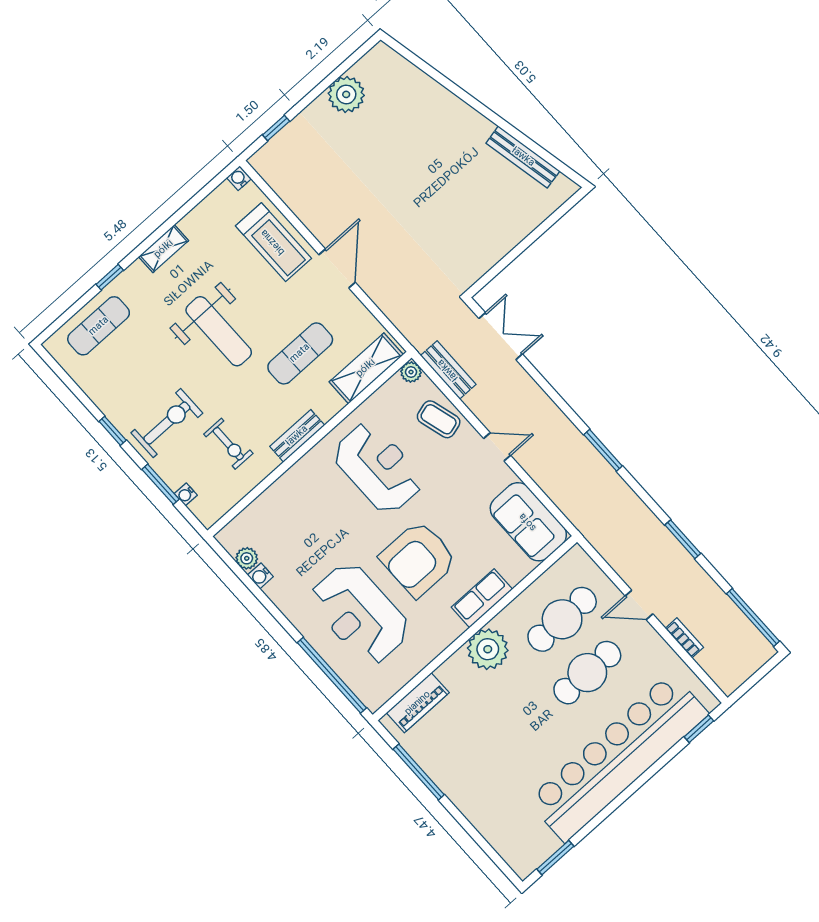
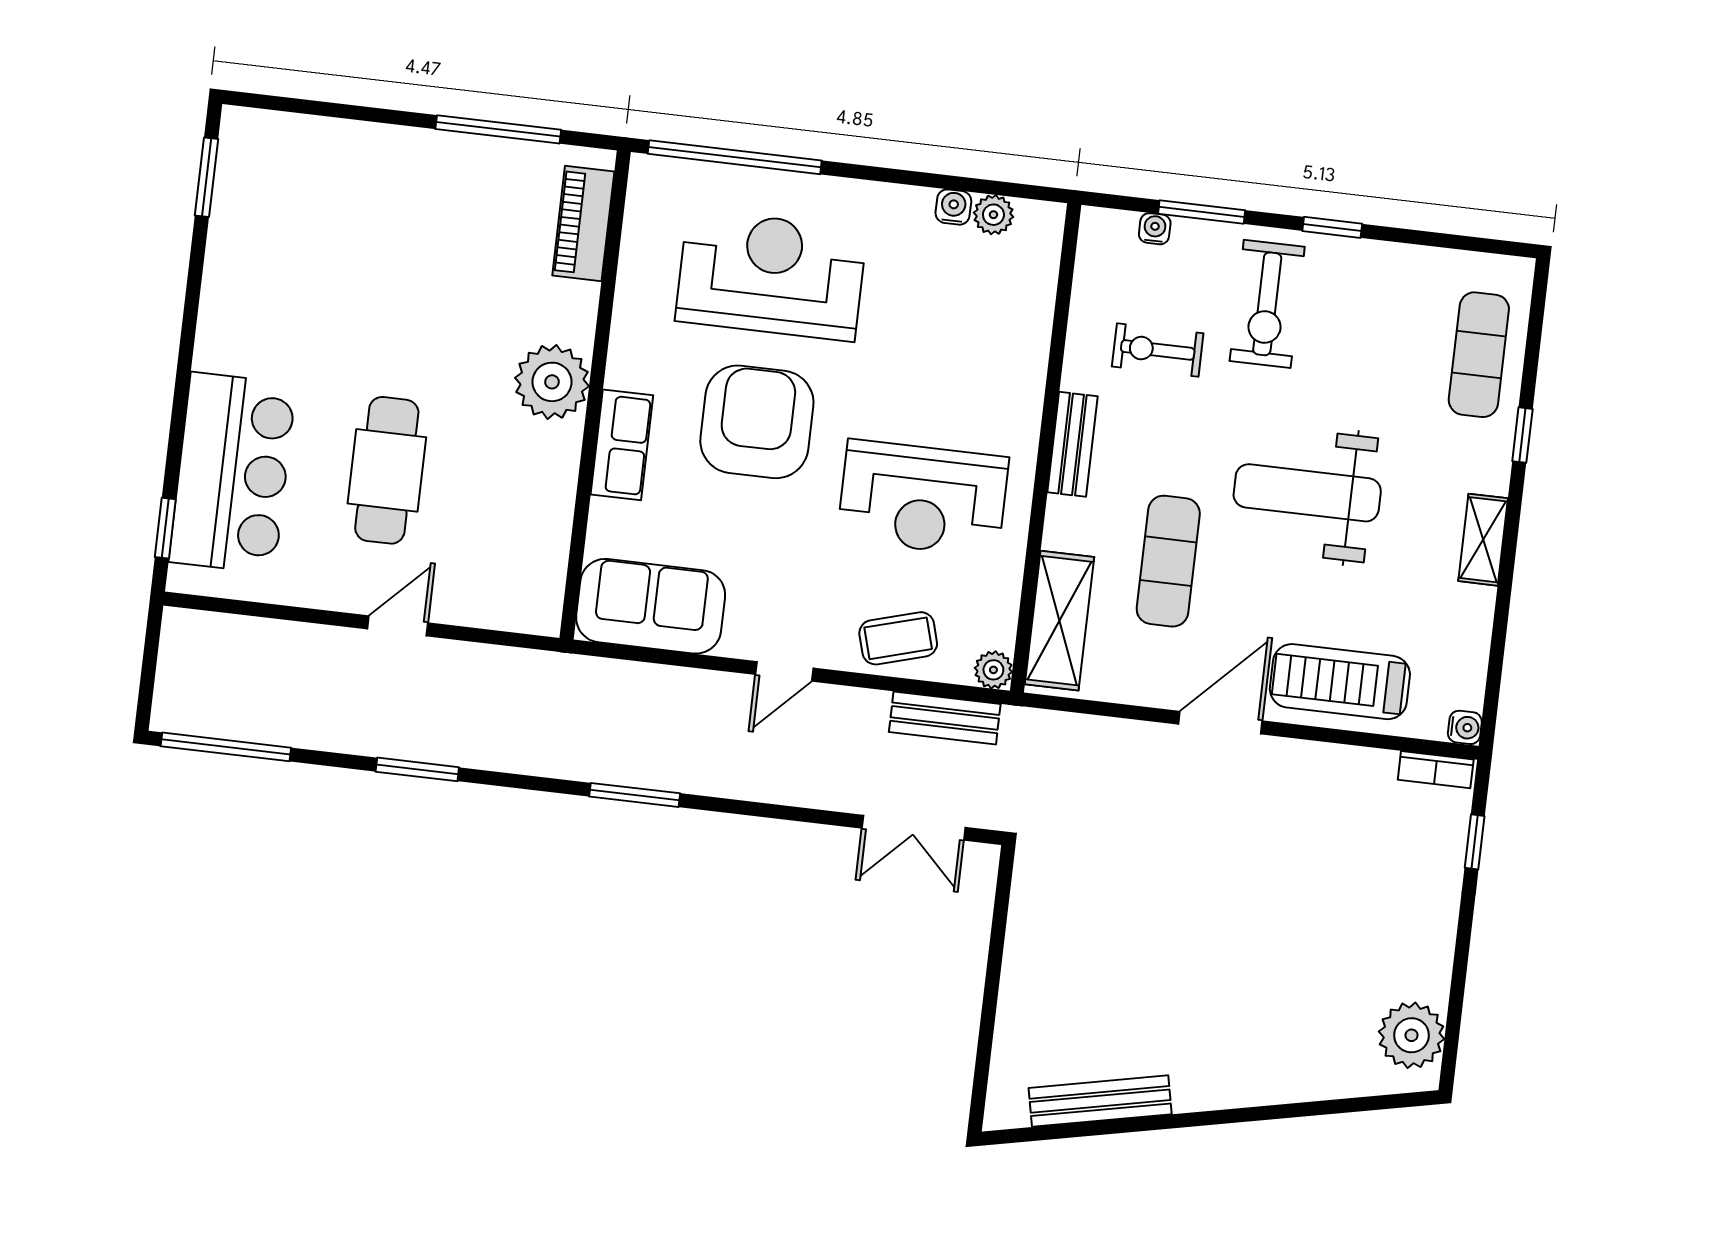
plant: (346, 94) -> (1412, 1035), moved
door: (337, 269) -> (1220, 723), swing flipped
cafe table: (562, 619) -> (486, 513), removed
bookcase: (684, 638) -> (1436, 770), moved
bar counter: (618, 757) -> (232, 473), width x0.54

